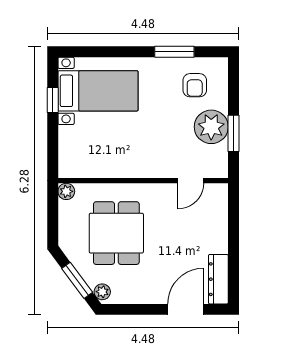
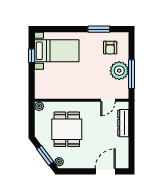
window: (233, 133) -> (131, 74), width x1.44
dresser: (218, 279) -> (123, 123), moved

